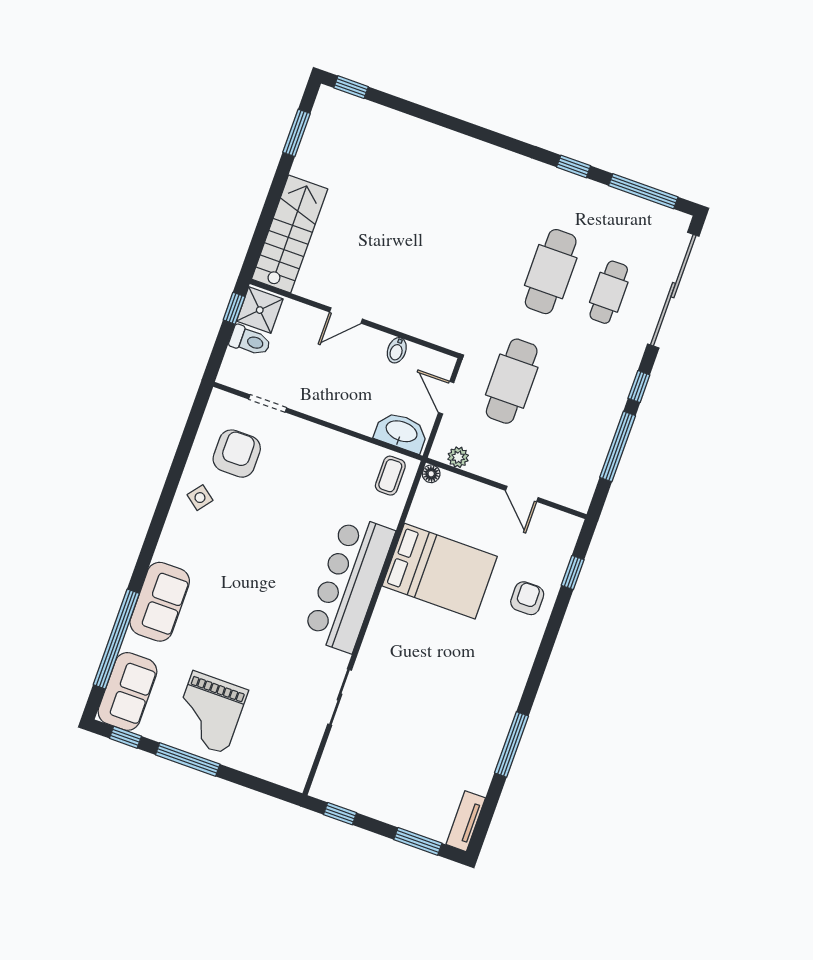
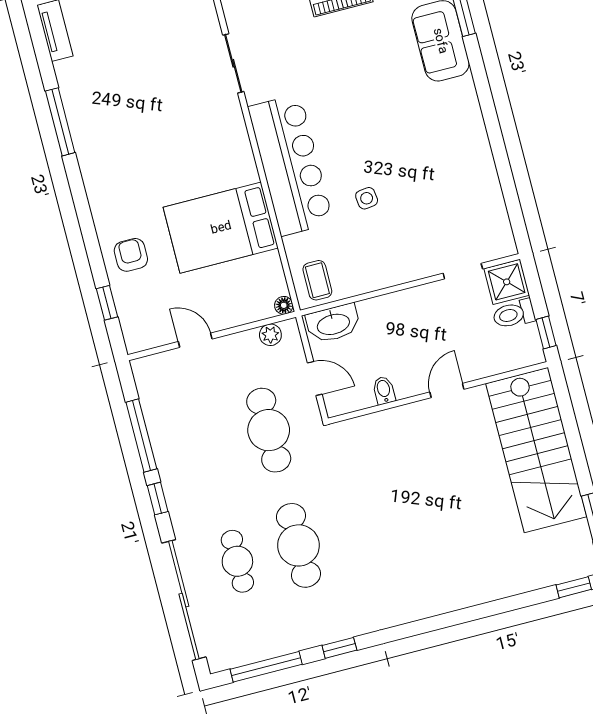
stairs: (290, 234) -> (536, 450), width x1.36, depth x1.51
shower: (260, 310) -> (507, 282), moved
armchair: (237, 454) -> (460, 211), removed
side table: (200, 498) -> (367, 198), moved, turned 45
armchair: (527, 598) -> (131, 255), turned 180

